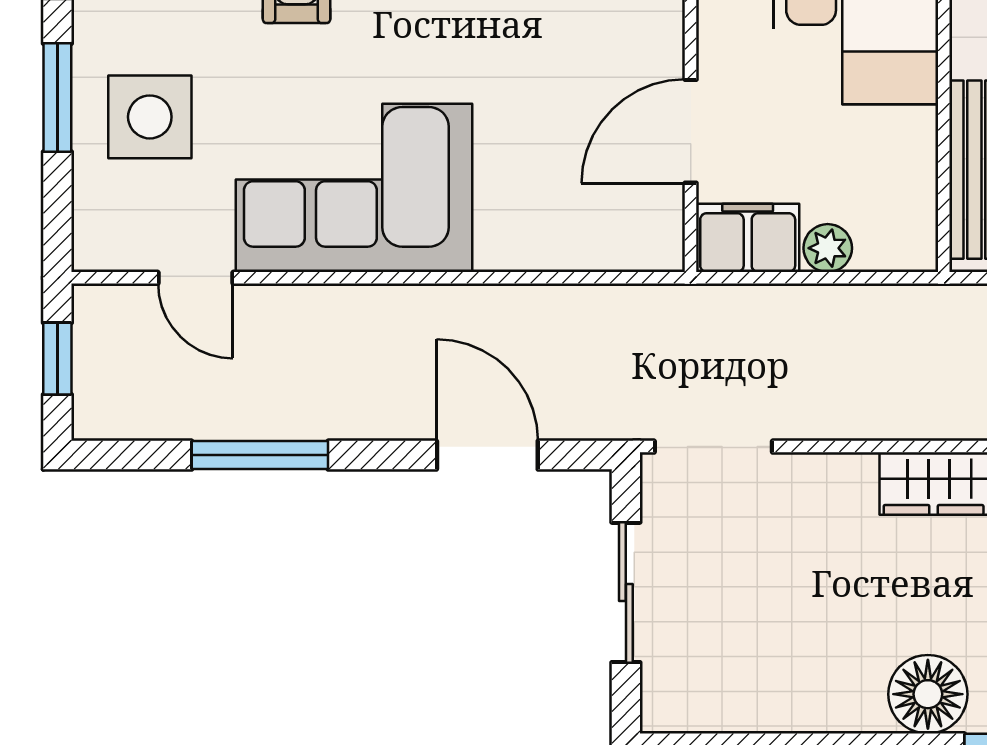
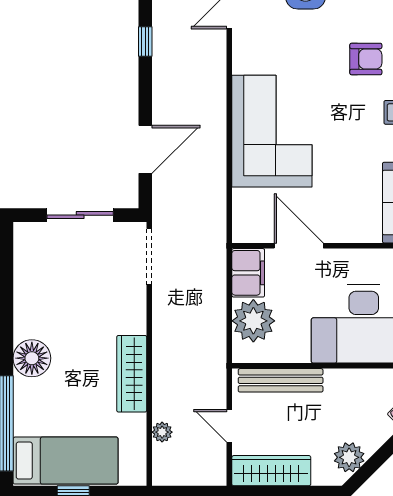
corner sofa: (354, 188) -> (272, 131), moved
plant: (828, 248) -> (253, 321), width x1.88, depth x1.88
window: (260, 455) -> (145, 42), width x0.46

